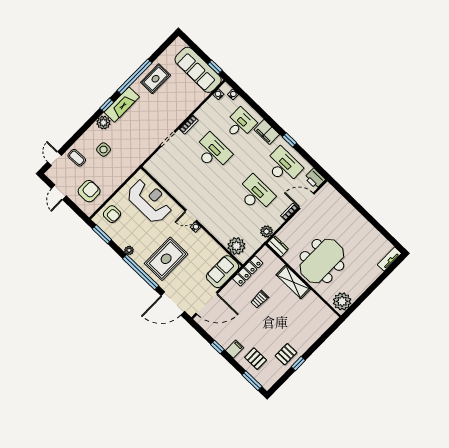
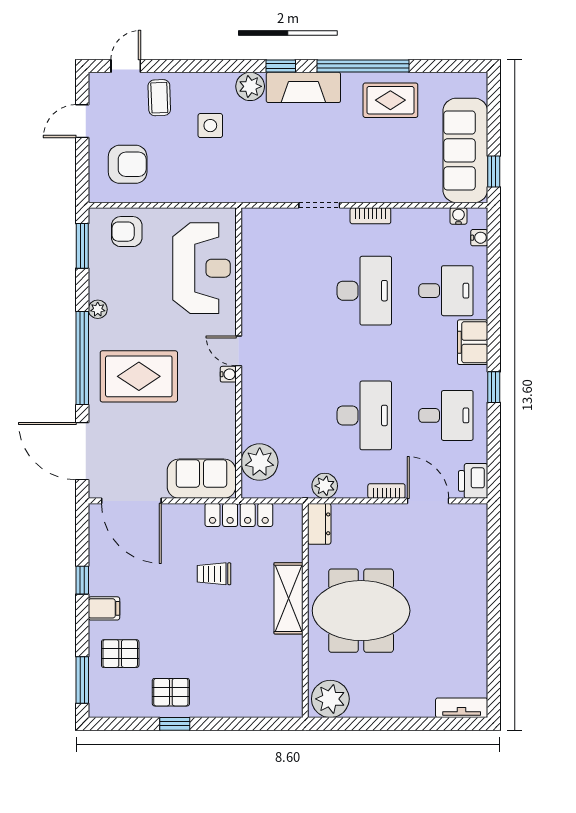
desk: (283, 166) -> (446, 415), width x0.73
armchair: (112, 214) -> (127, 232), turned 90
pallet: (256, 359) -> (120, 654), turned 90

